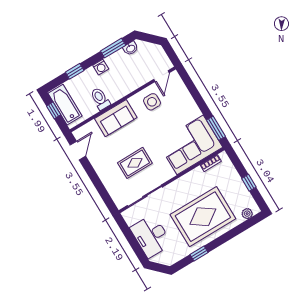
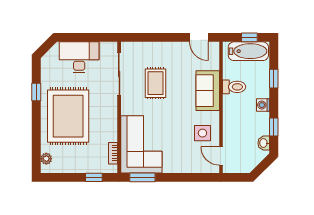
window: (113, 48) -> (274, 127), width x0.67
window: (249, 183) -> (94, 177), moved

